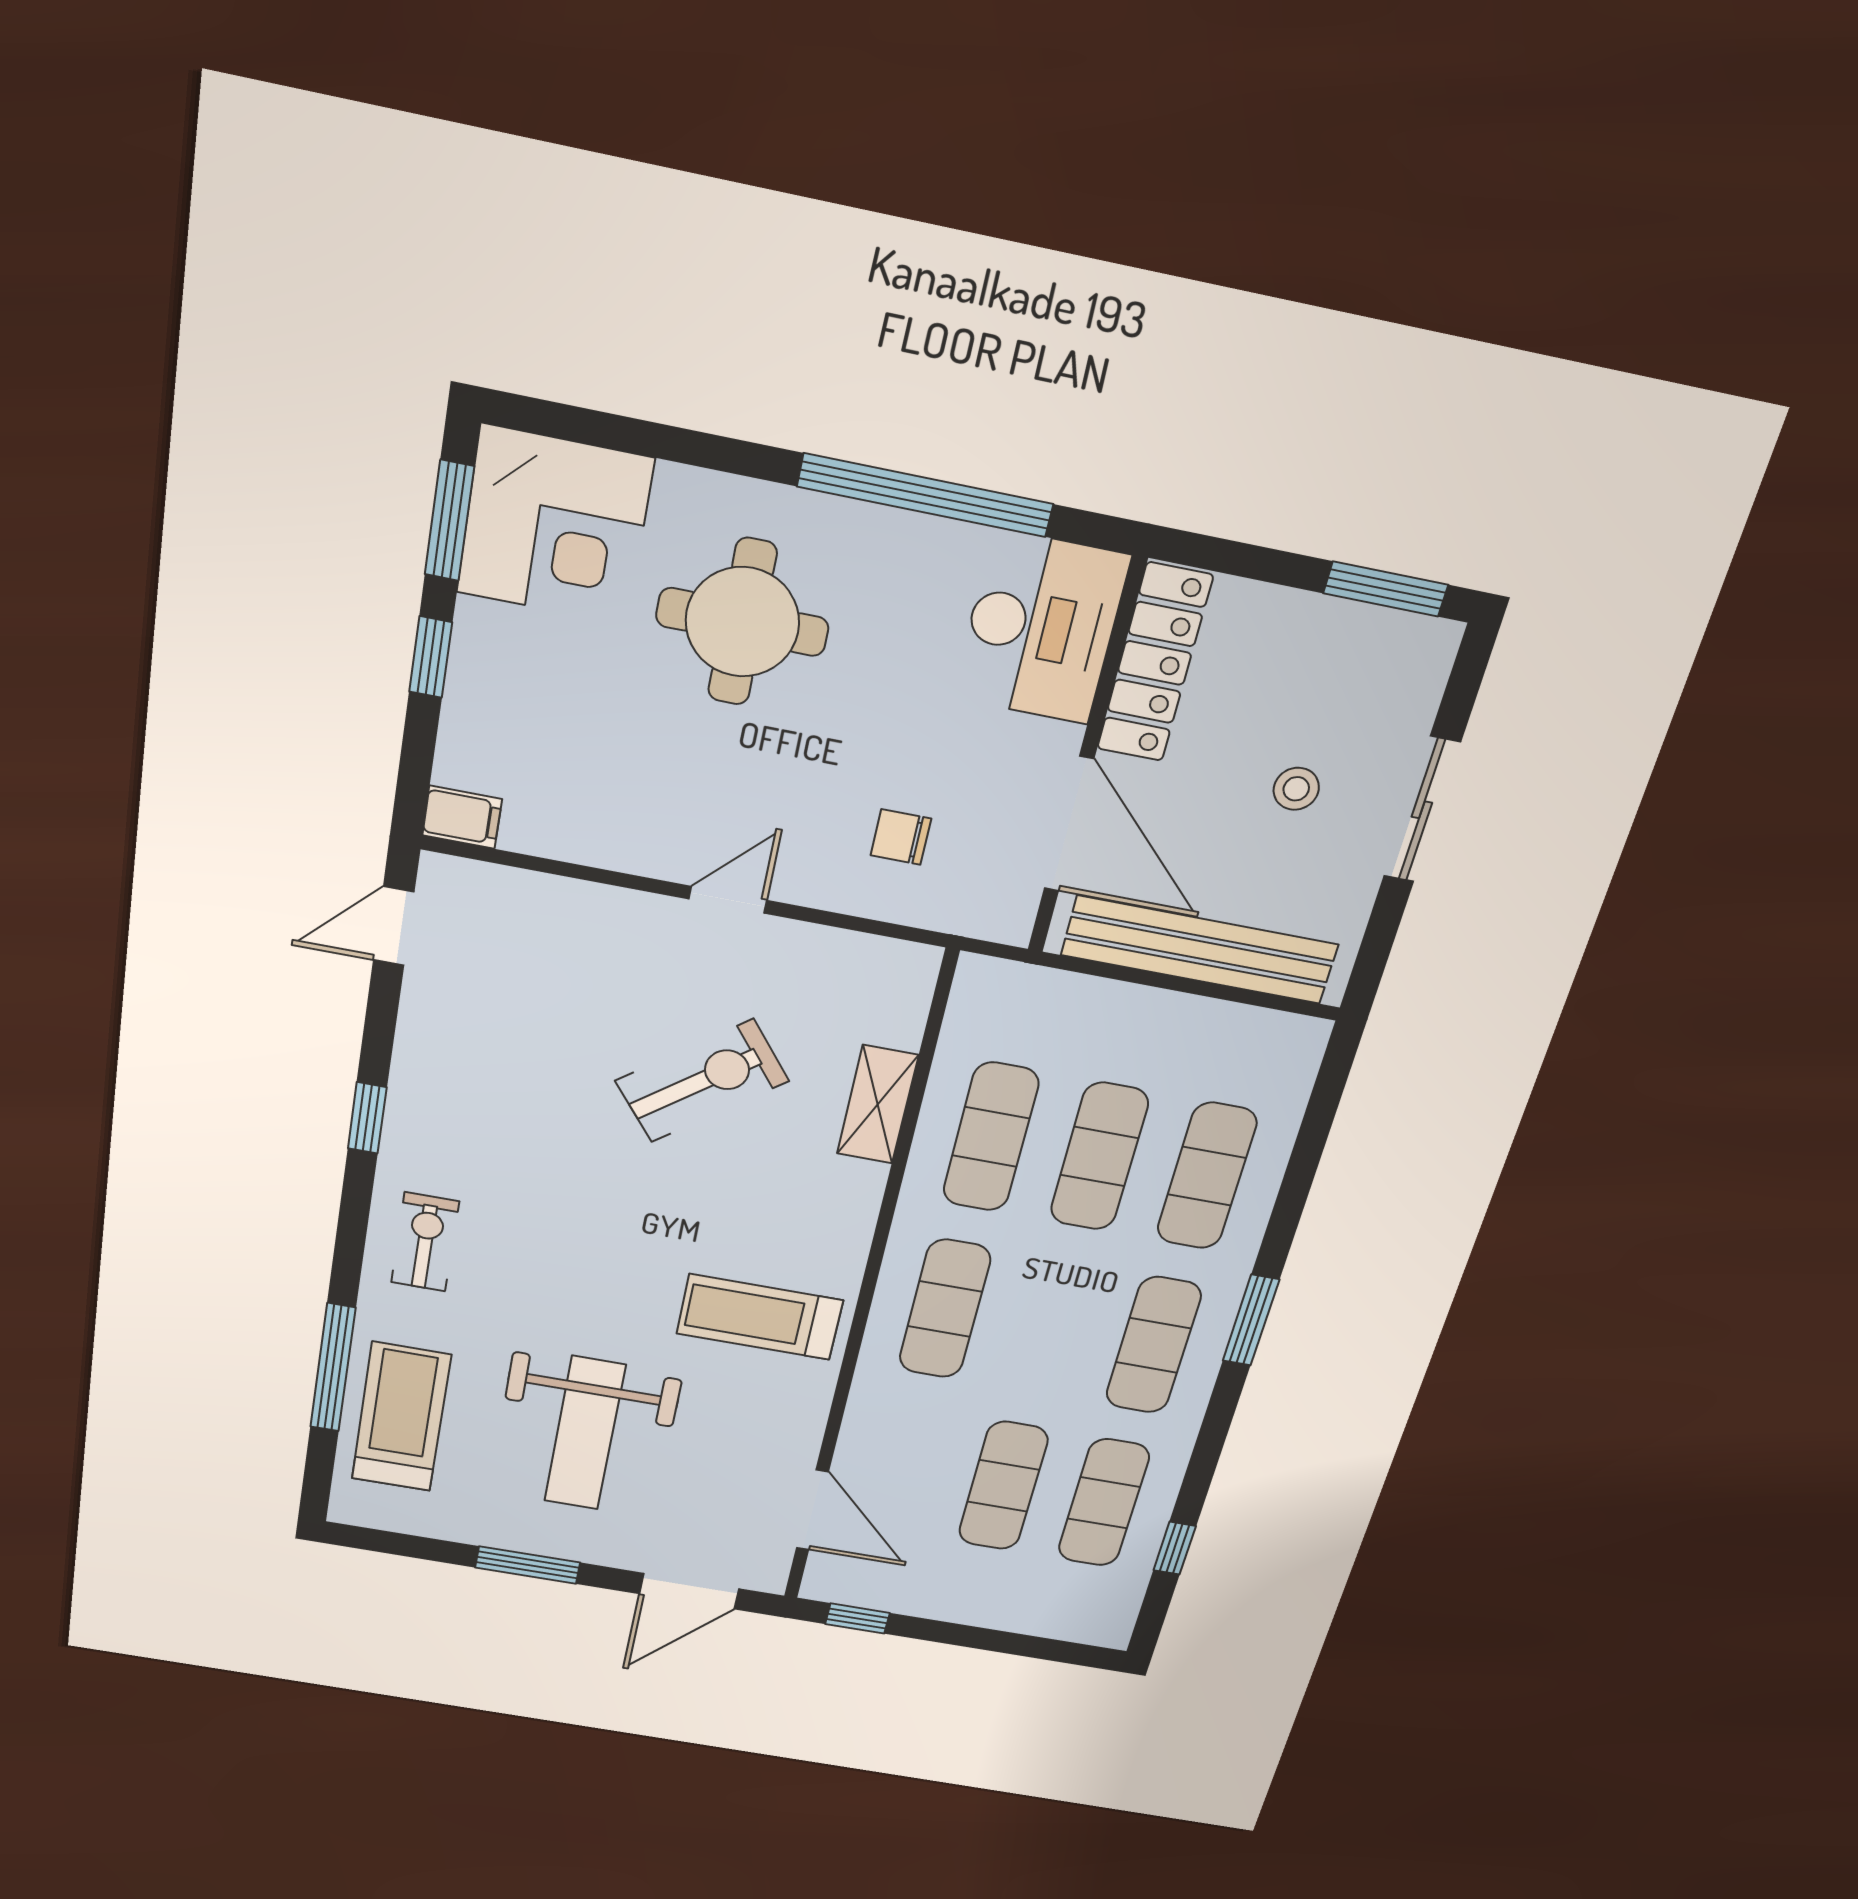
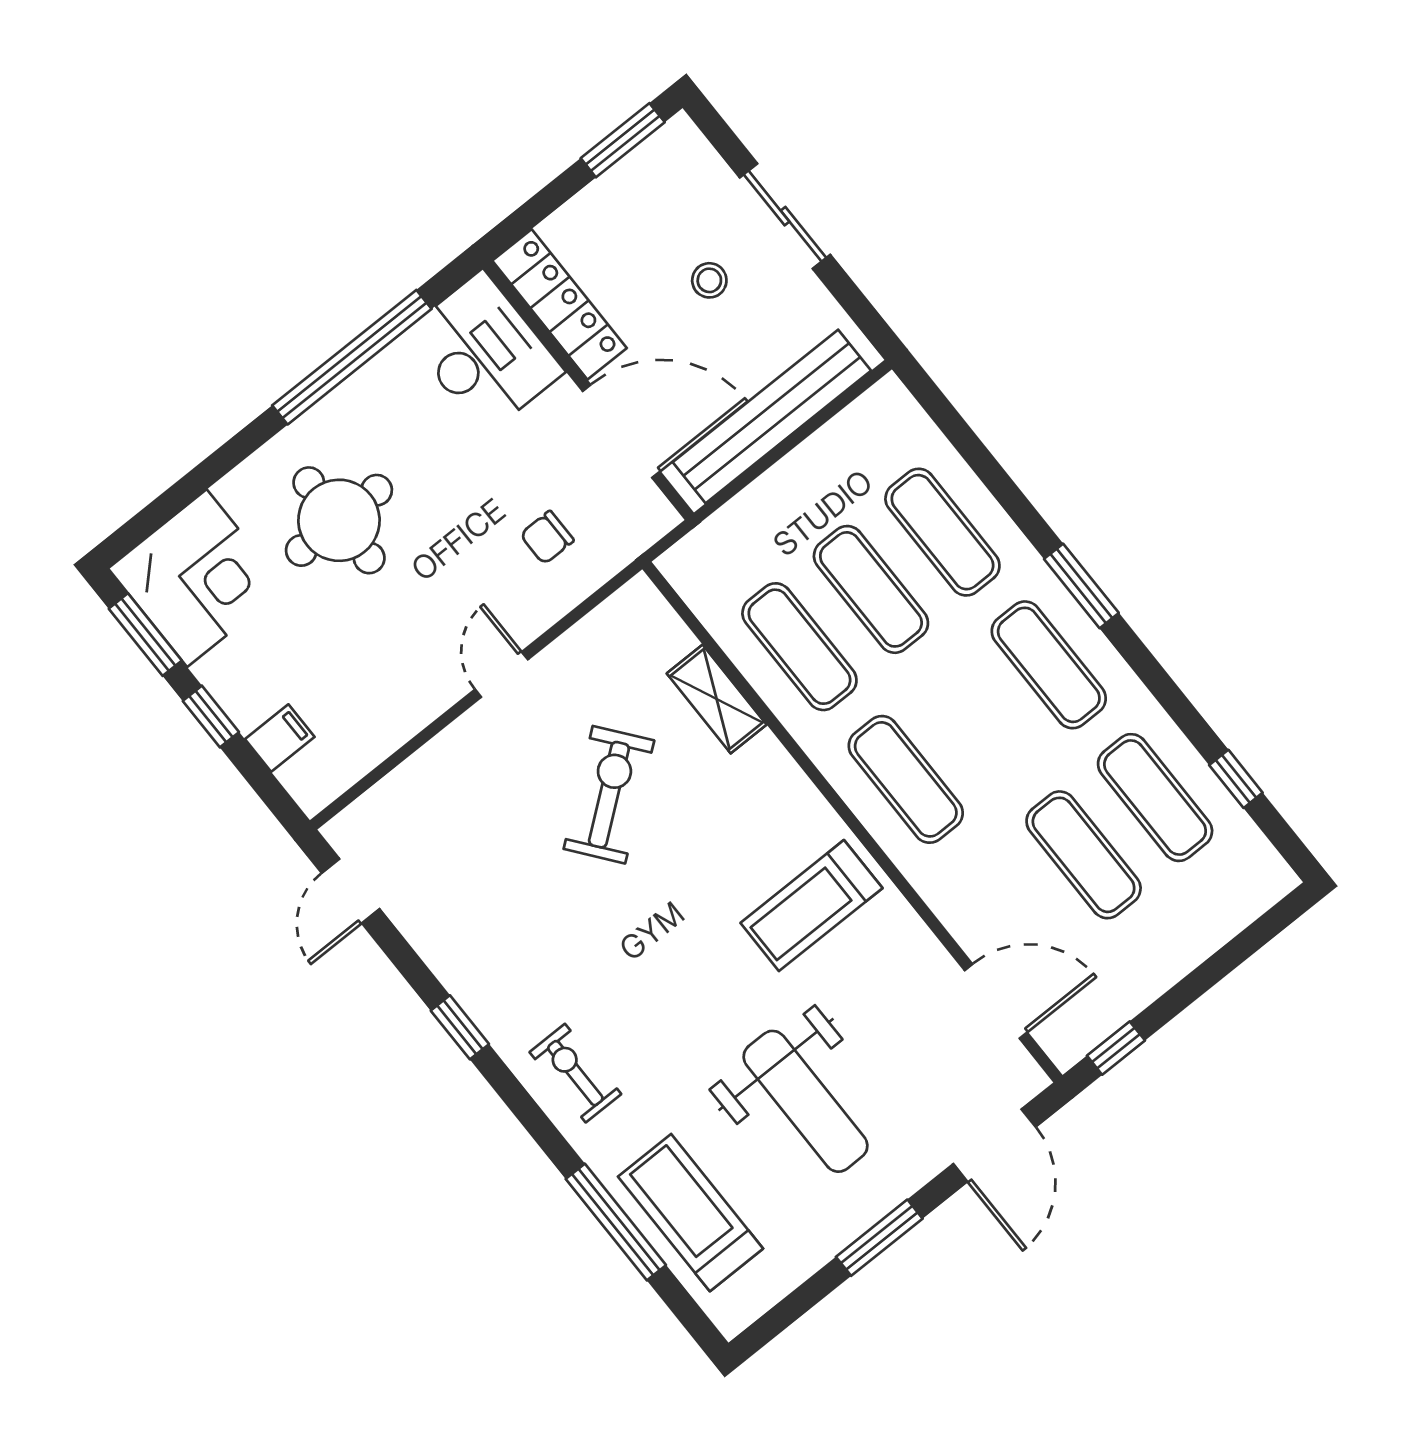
filing cabinet: (462, 817) -> (280, 738), moved

